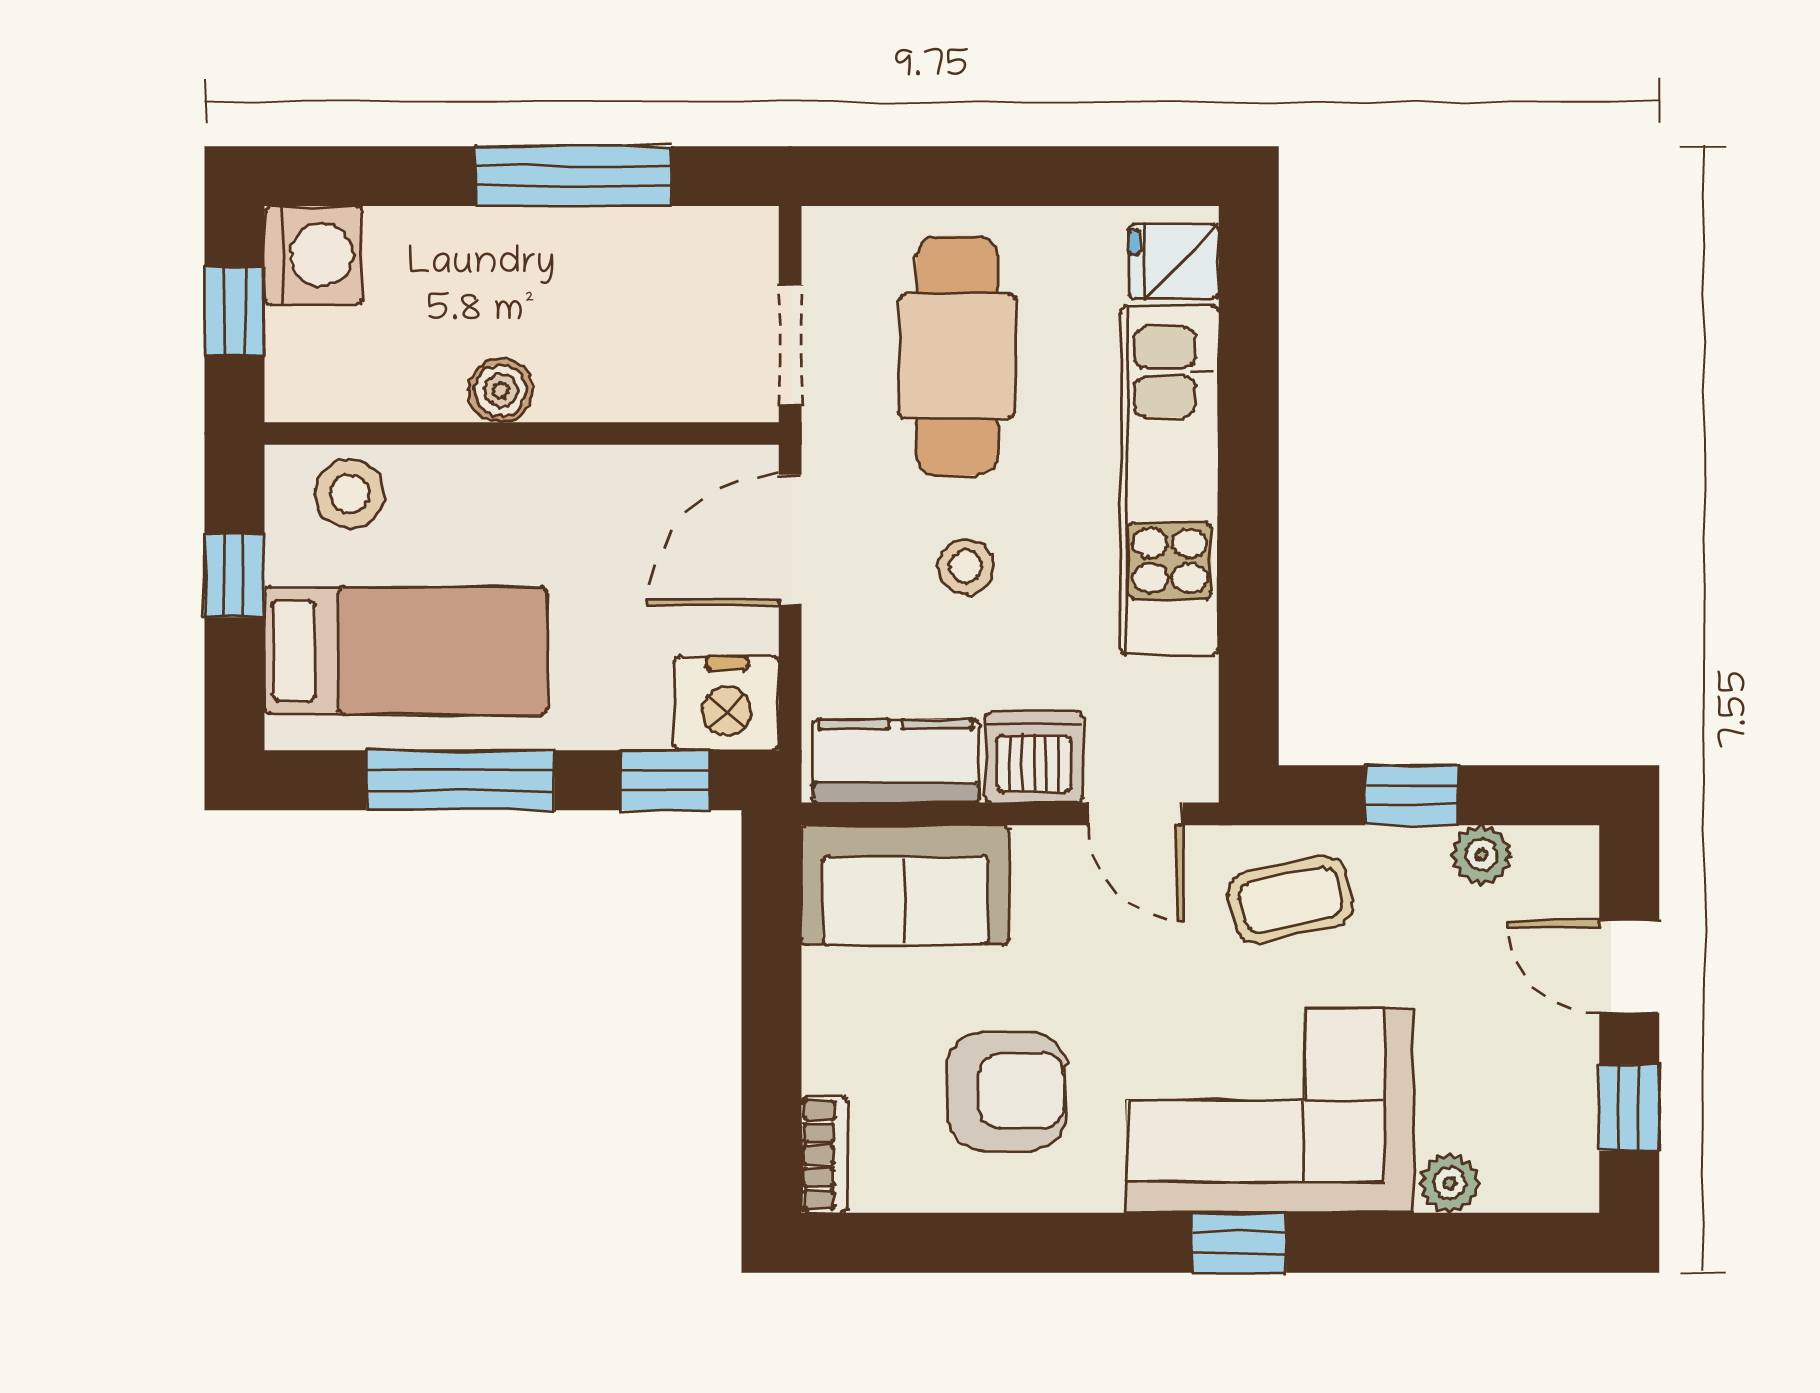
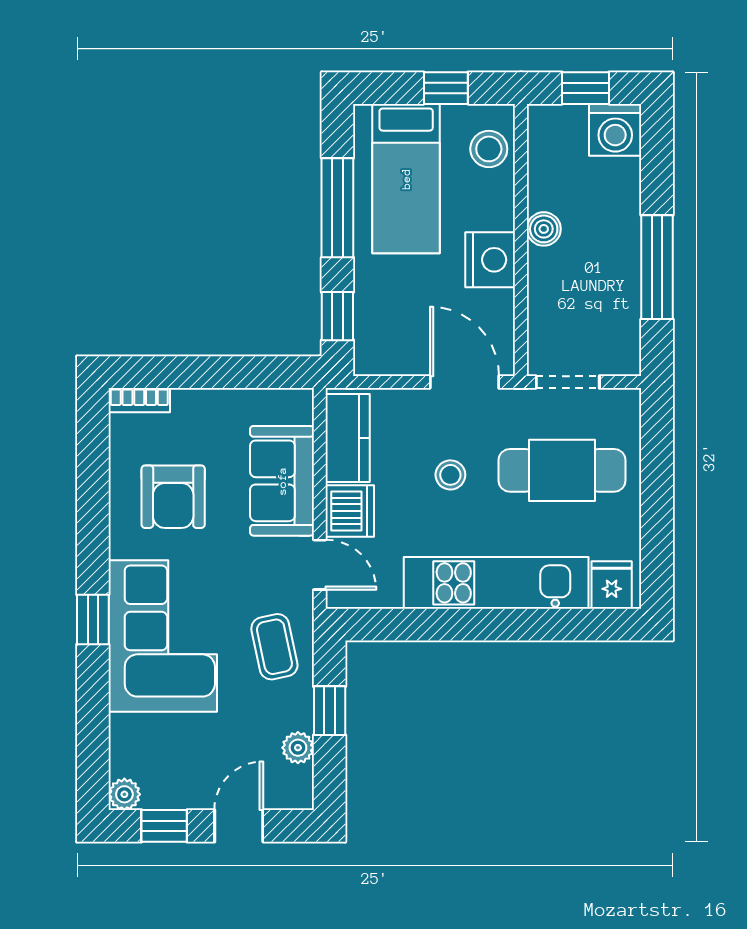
nightstand: (727, 704) -> (490, 260), moved, turned 180
door: (1136, 814) -> (320, 565), swing flipped
sofa: (905, 885) -> (282, 481), moved
plant: (1449, 1183) -> (124, 794), moved

